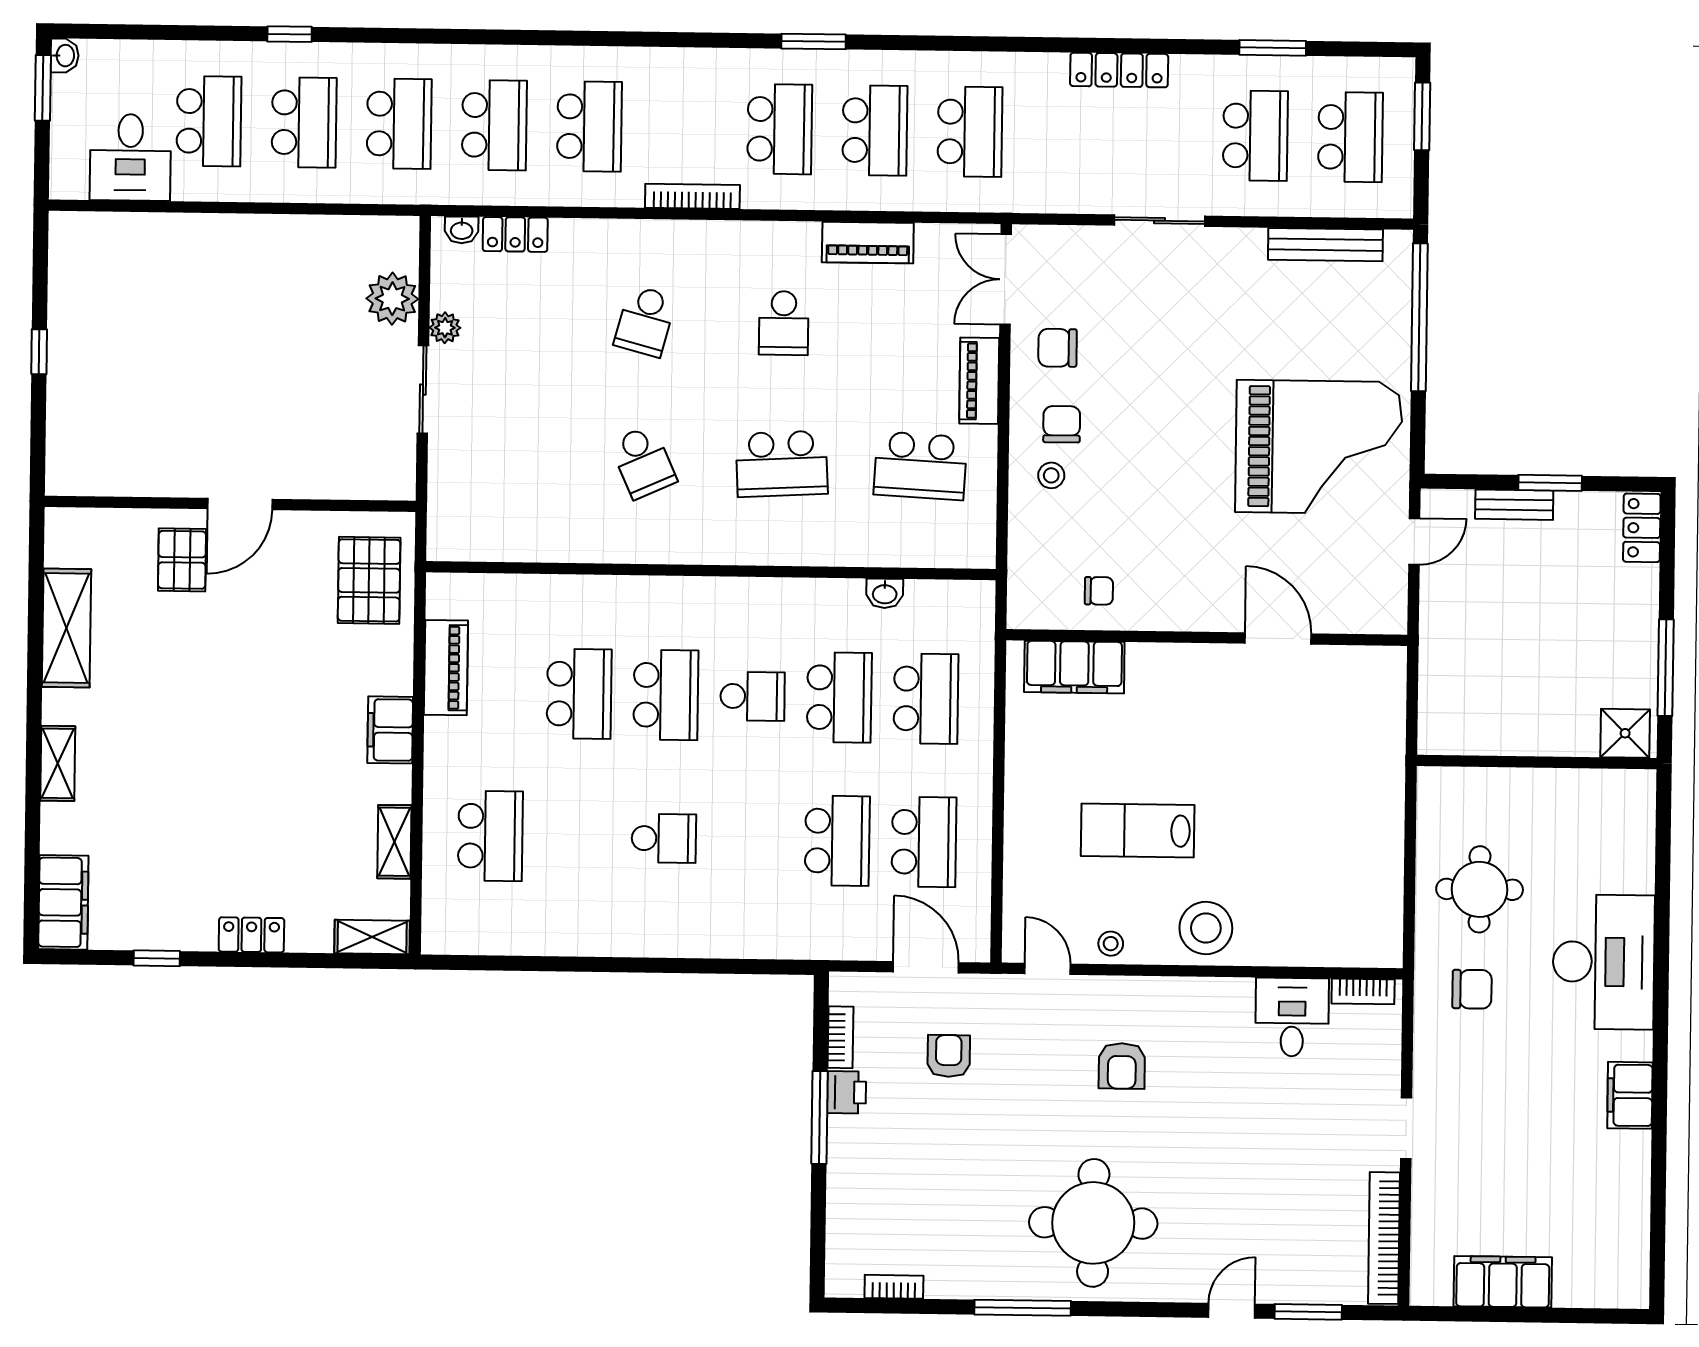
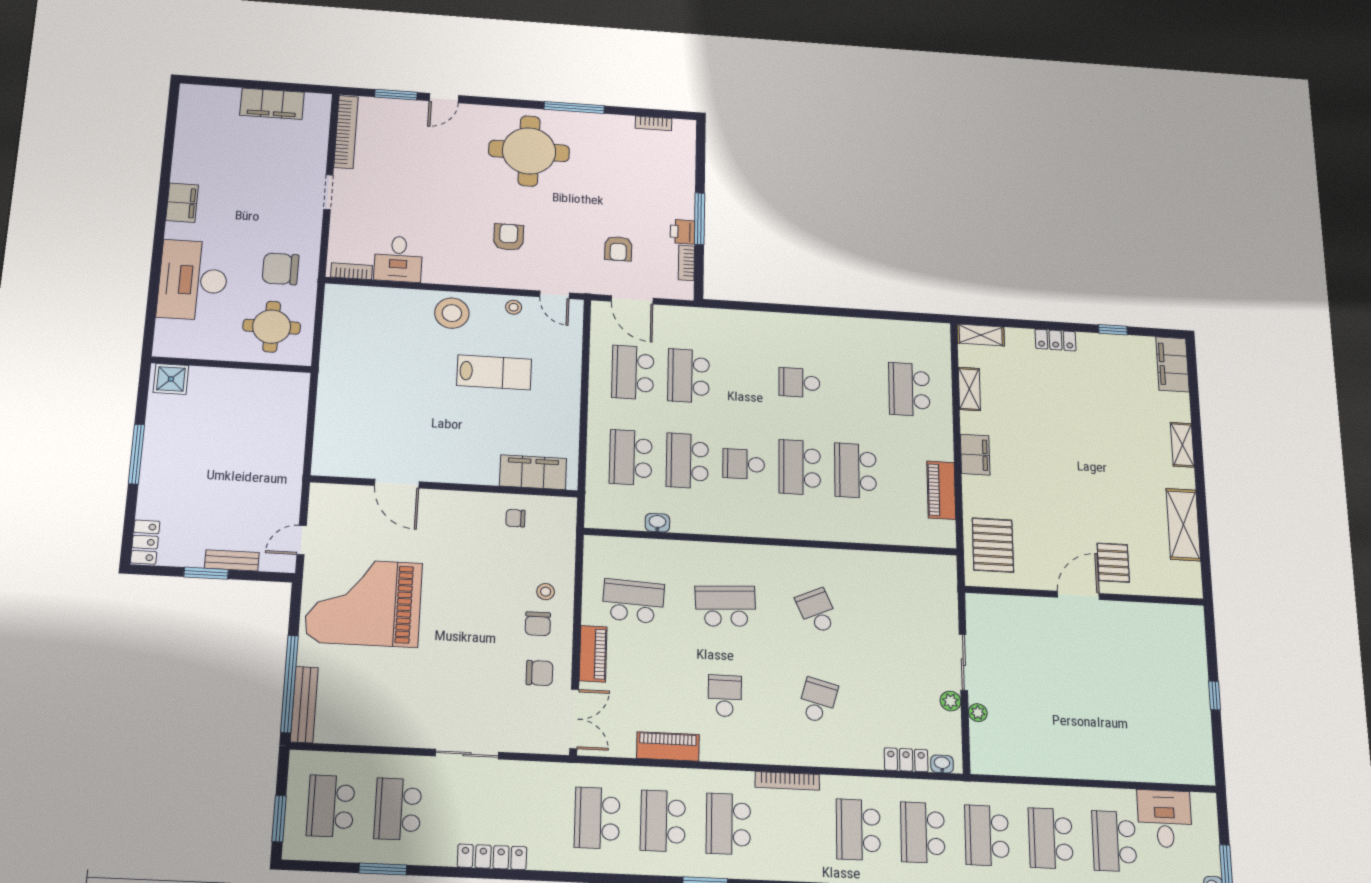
bench: (1325, 245) -> (304, 705), moved, turned 90
plant: (392, 299) -> (978, 713), width x0.53, depth x0.53
shower: (1625, 733) -> (171, 379), moved
wall: (1537, 762) -> (231, 365), moved
chair: (1472, 989) -> (281, 269), width x1.37, depth x1.37

